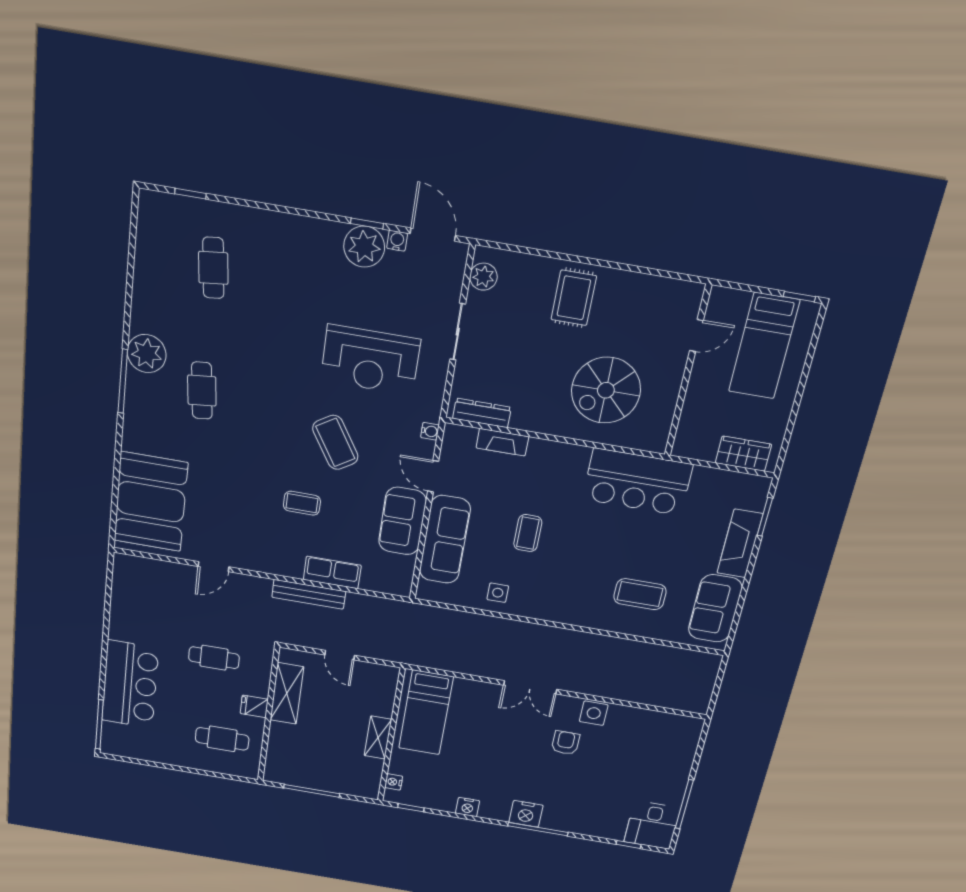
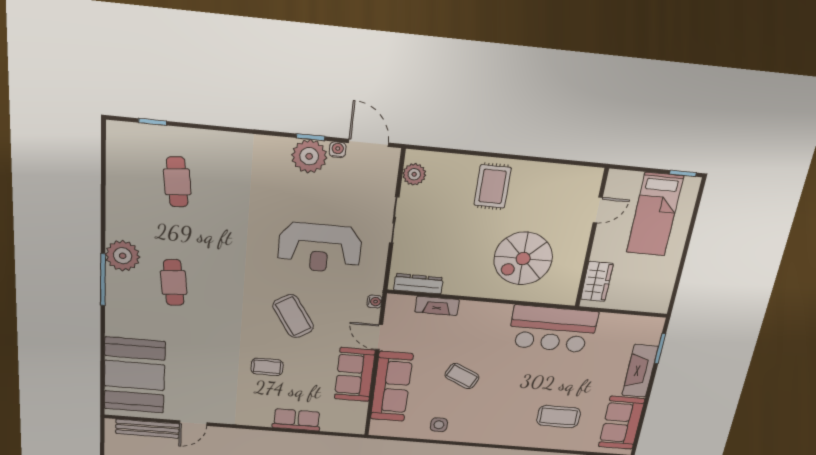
wardrobe: (743, 454) -> (597, 281), moved, turned 90
coffee table: (528, 533) -> (462, 376), turned -64
bench: (309, 594) -> (148, 429), moved

